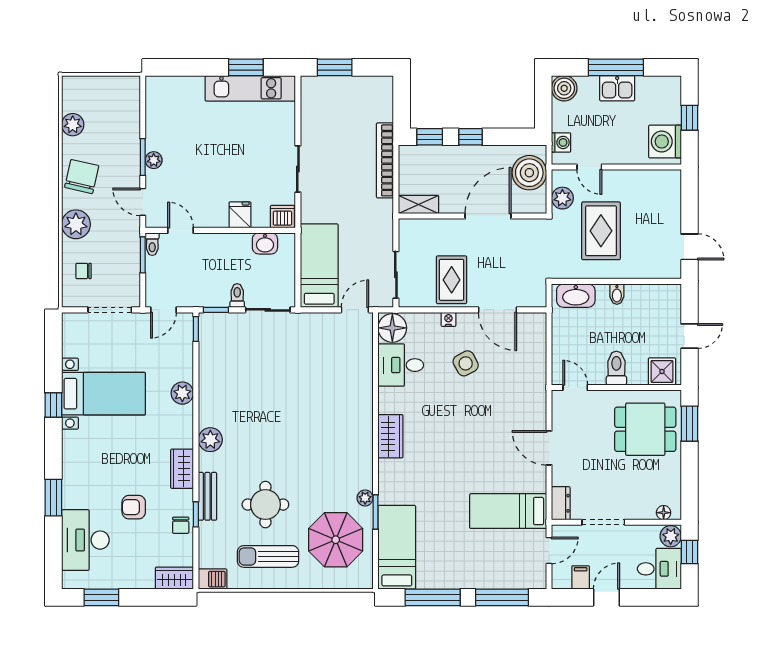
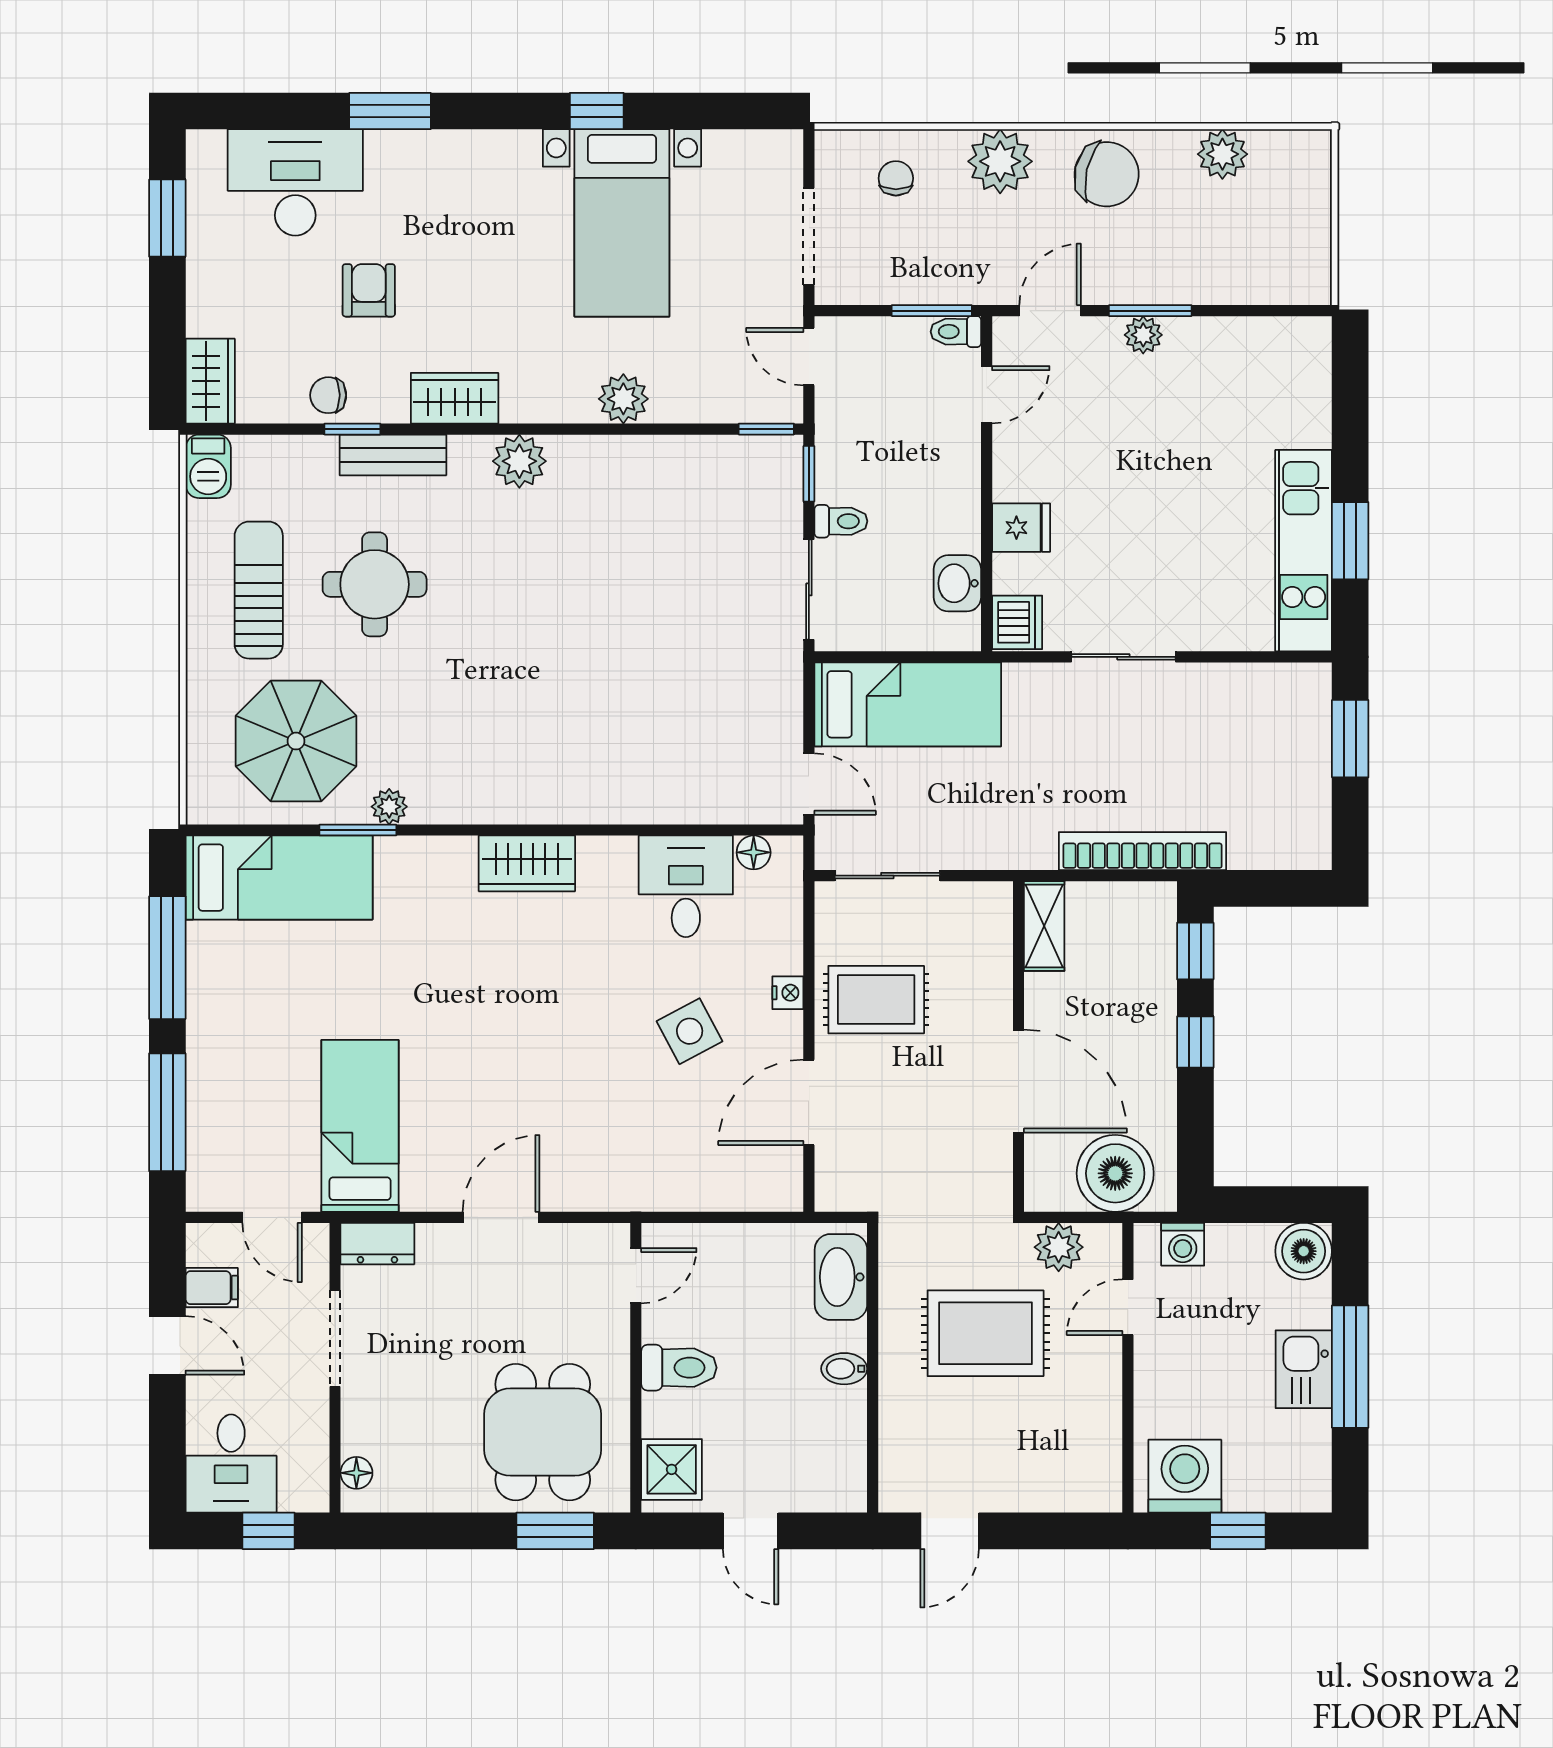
floor lamp: (392, 328) -> (754, 852), width x0.53, depth x0.53
plant: (671, 536) -> (304, 1489), removed

